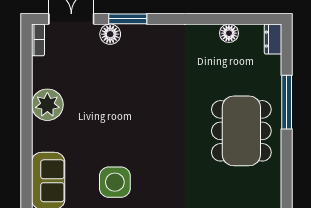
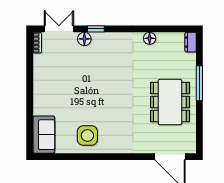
window: (128, 19) -> (96, 29), width x0.67
floor lamp: (229, 33) -> (150, 38), moved
plant: (47, 105) -> (43, 85), removed

